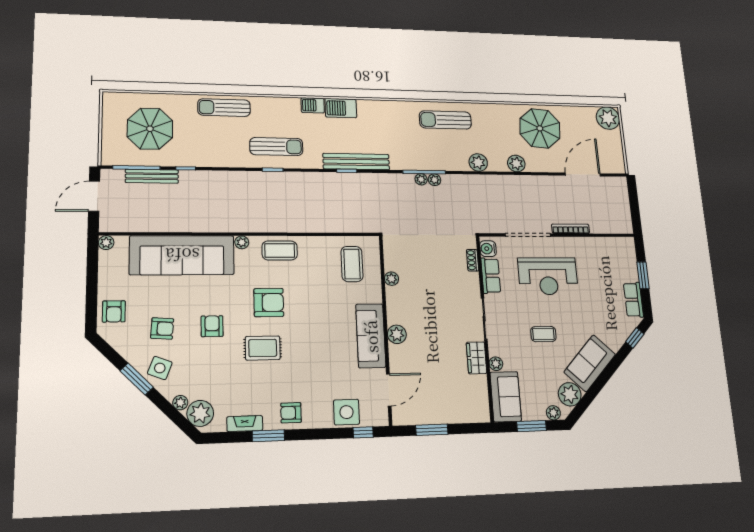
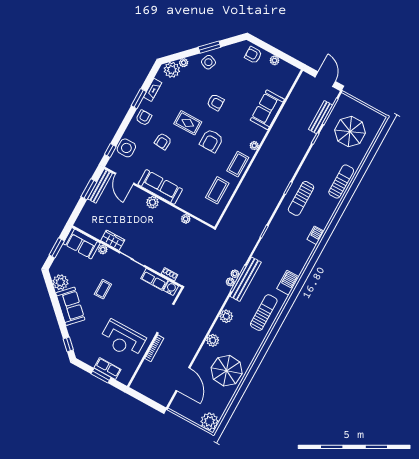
barbecue: (341, 108) -> (288, 283), moved
bench: (356, 162) -> (246, 279), moved
plant: (106, 243) -> (275, 60), moved
sofa: (182, 255) -> (267, 110), width x0.54, depth x0.79
coffee table: (352, 264) -> (217, 190), moved, turned 90
reception desk: (548, 276) -> (123, 339), moved, turned -90
row of seats: (633, 300) -> (107, 369), moved
armchair: (162, 329) -> (163, 141), moved
rug: (263, 348) -> (188, 123), turned 90
plant: (553, 413) -> (56, 265), removed
bench: (418, 417) -> (100, 186), added

